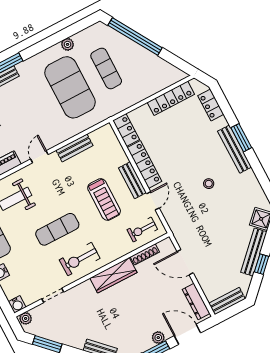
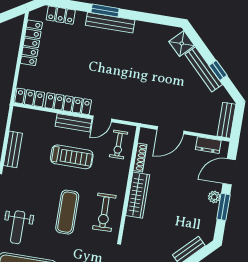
stool: (209, 184) -> (122, 64), removed
door: (153, 201) -> (102, 119), swing flipped
dresser: (196, 301) -> (208, 145), width x0.70

